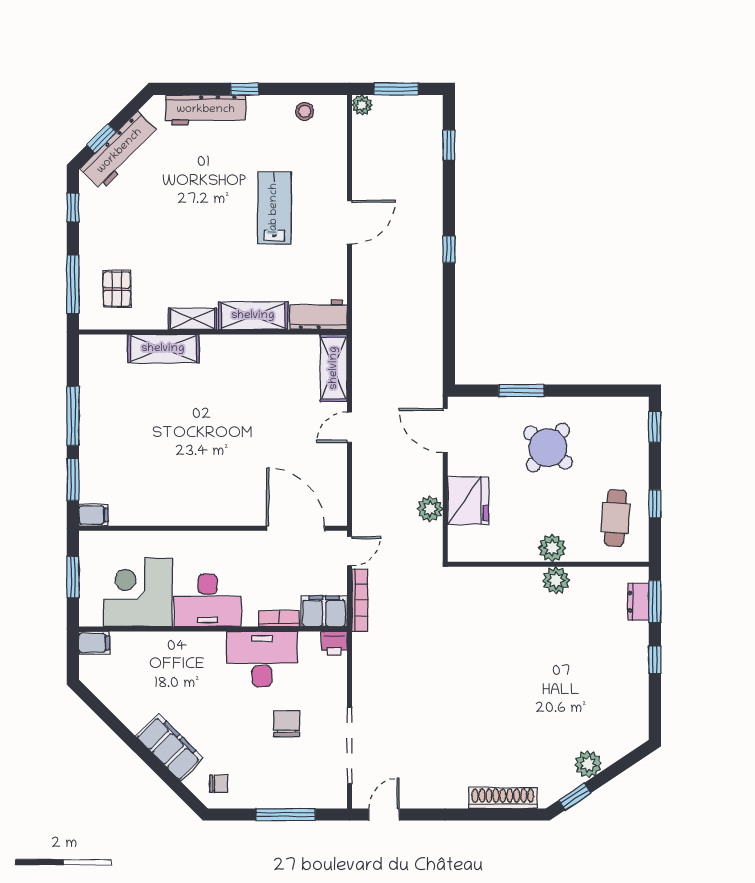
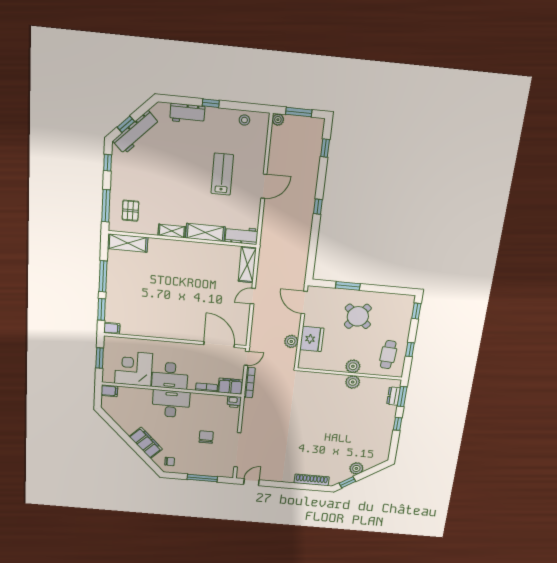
workbench: (206, 110) -> (187, 113), width x0.73
shelving: (163, 349) -> (128, 243), moved
desk: (262, 659) -> (171, 404), moved

